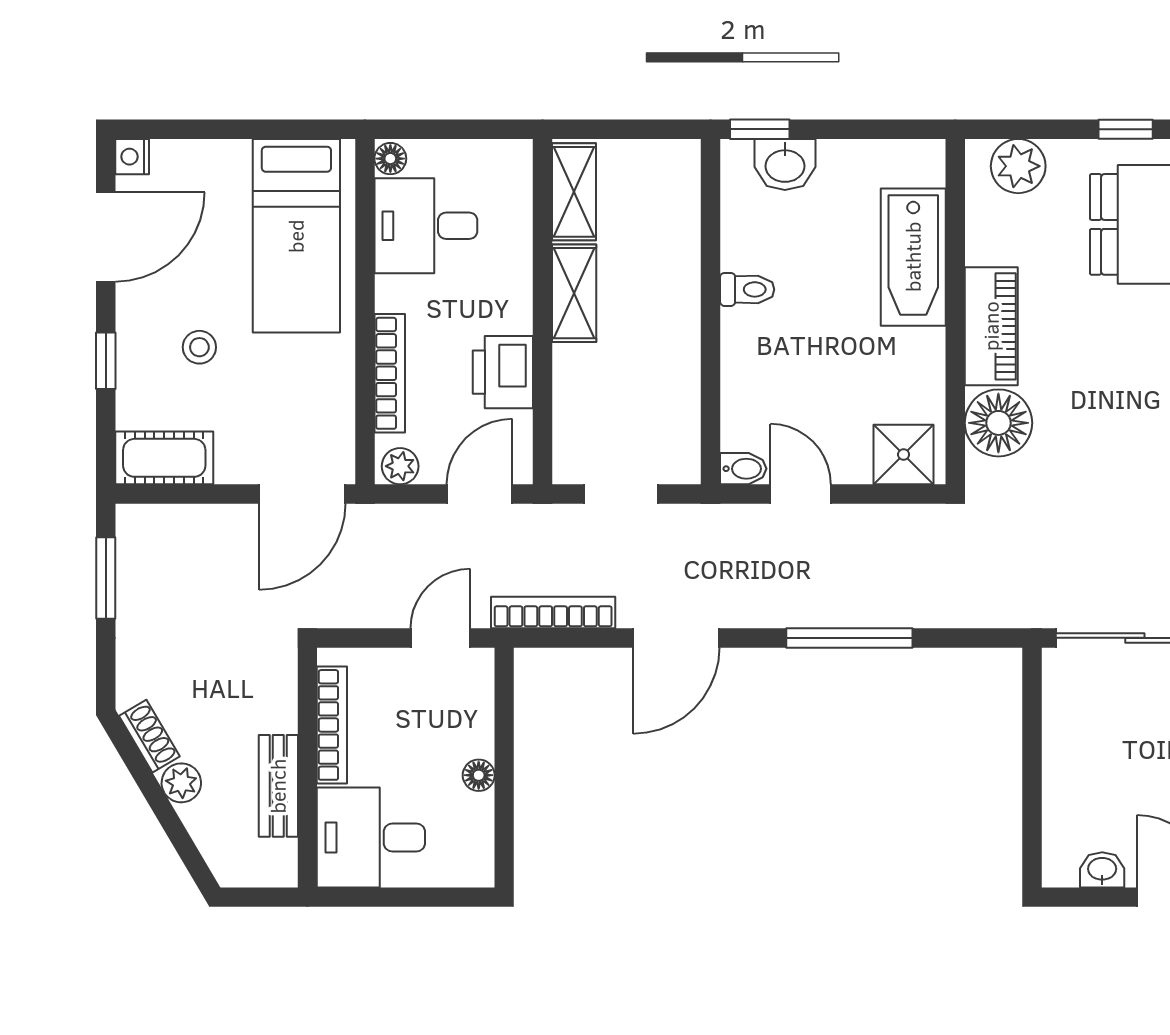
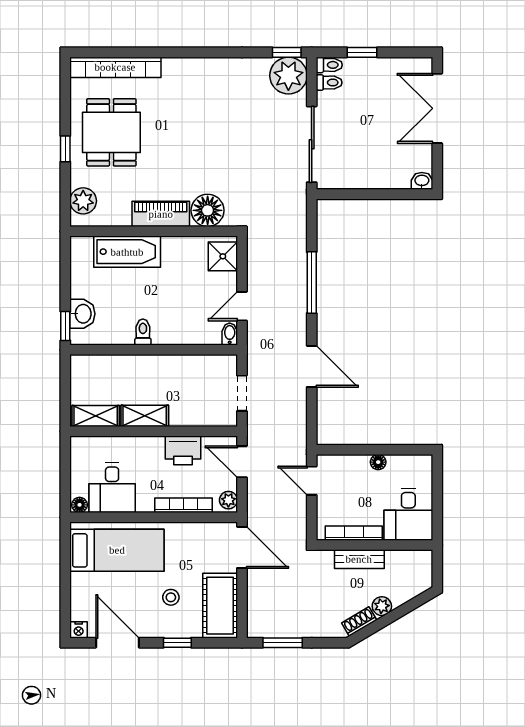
cot: (164, 458) -> (220, 606), width x1.37, depth x1.34
bookcase: (553, 613) -> (299, 426), removed
bench: (278, 786) -> (359, 559), moved
washbasin: (1102, 870) -> (422, 181), moved, turned 90

